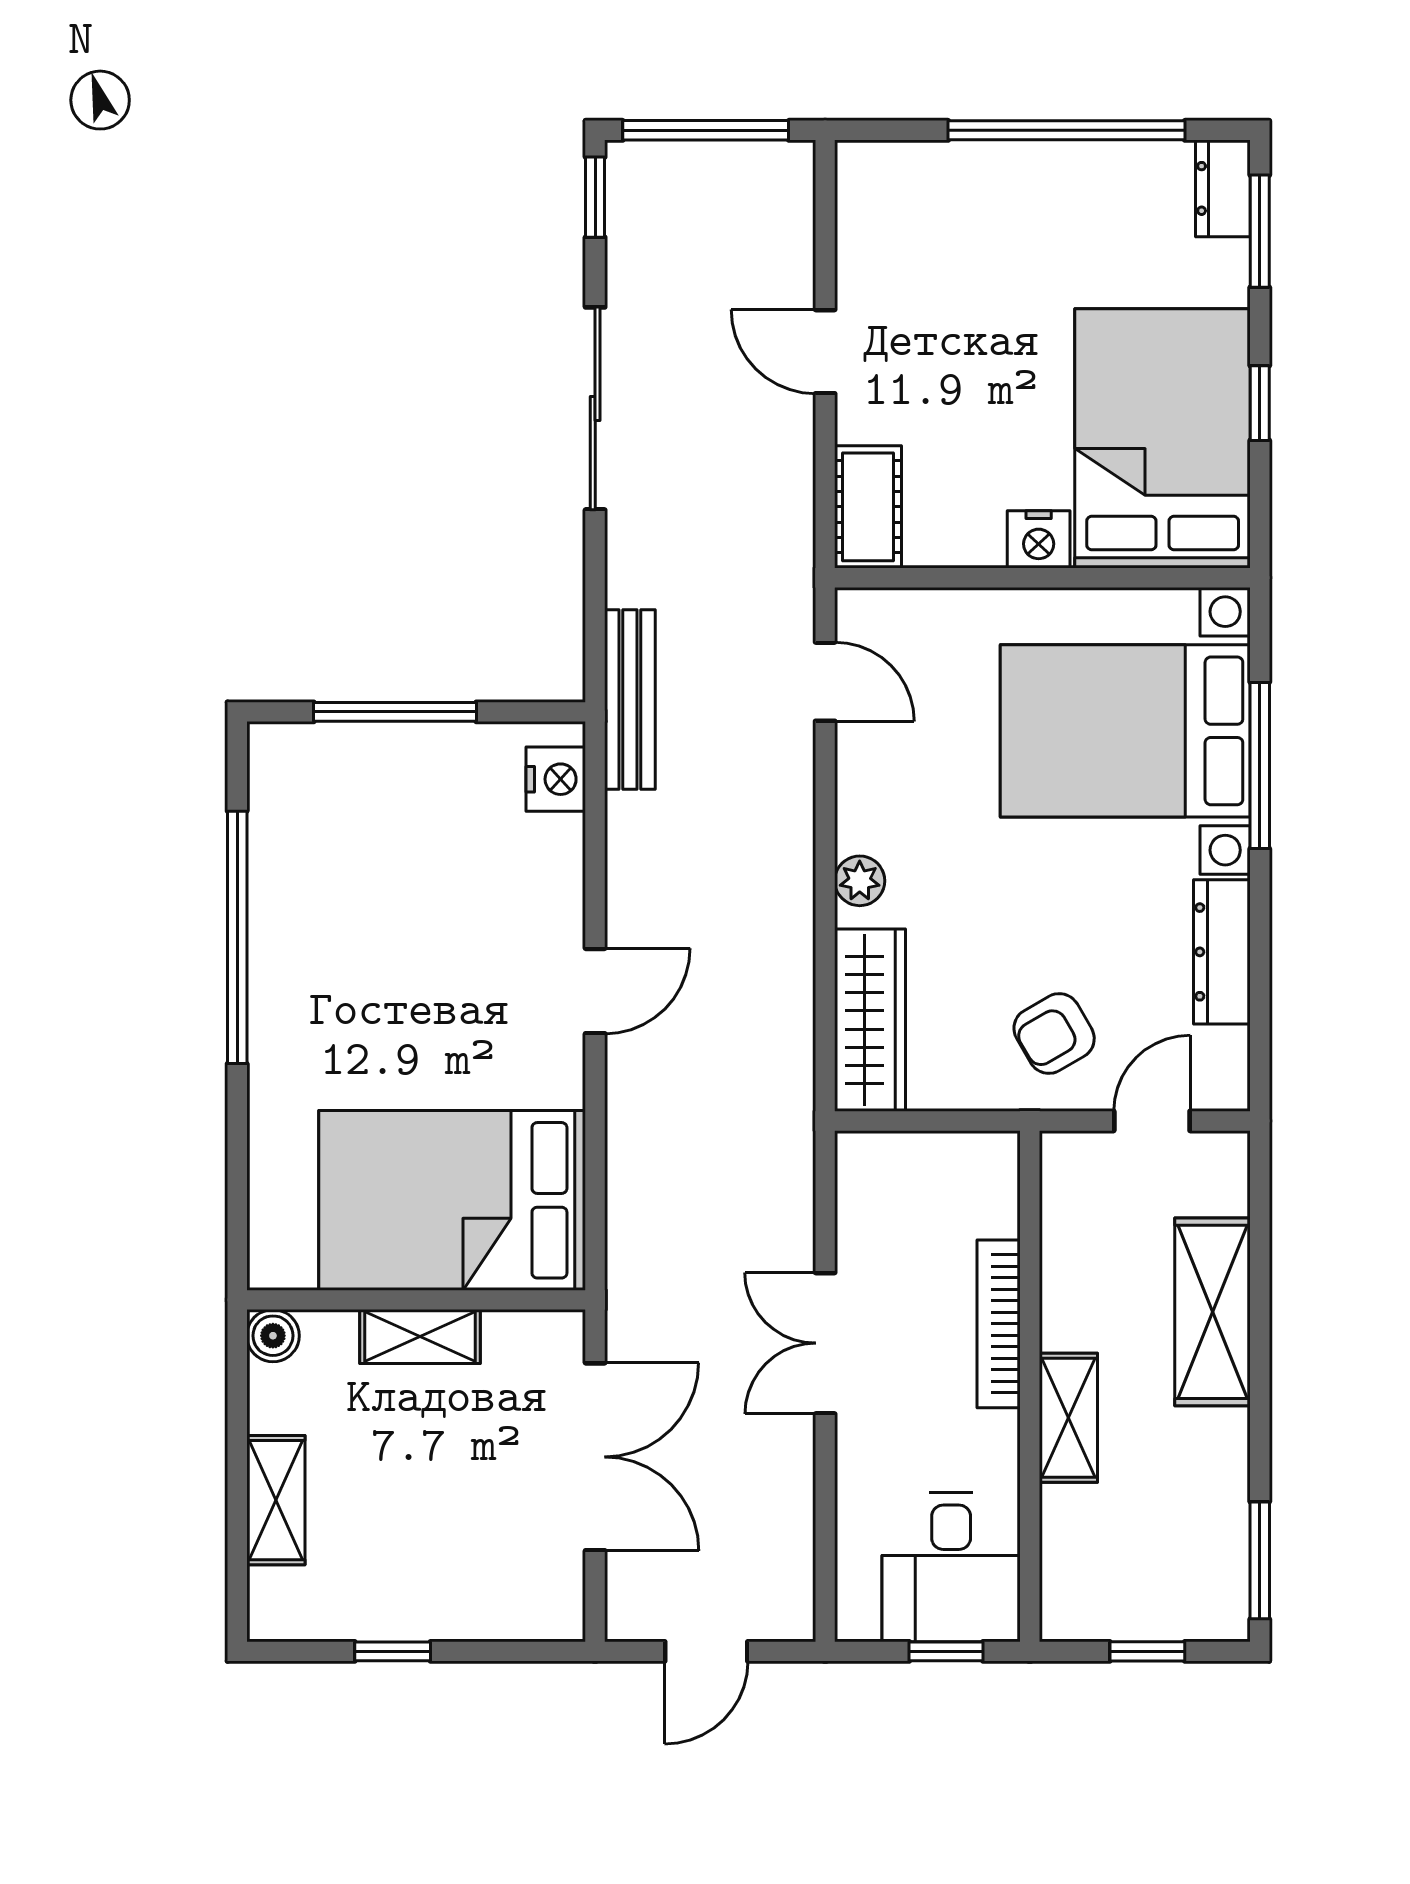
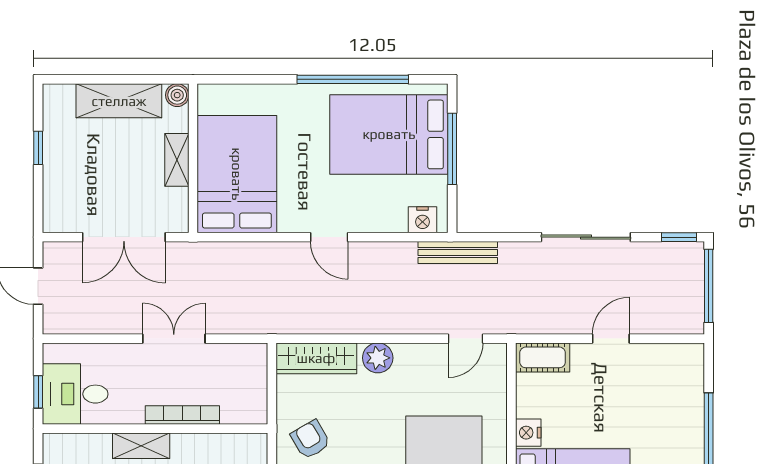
bed: (362, 856) -> (389, 134), added
plant: (860, 881) -> (378, 358), width x1.38, depth x1.38
shelving: (276, 1500) -> (119, 101), width x1.50, depth x1.33

